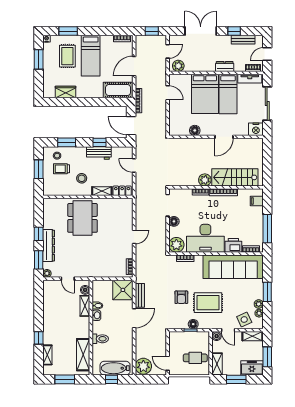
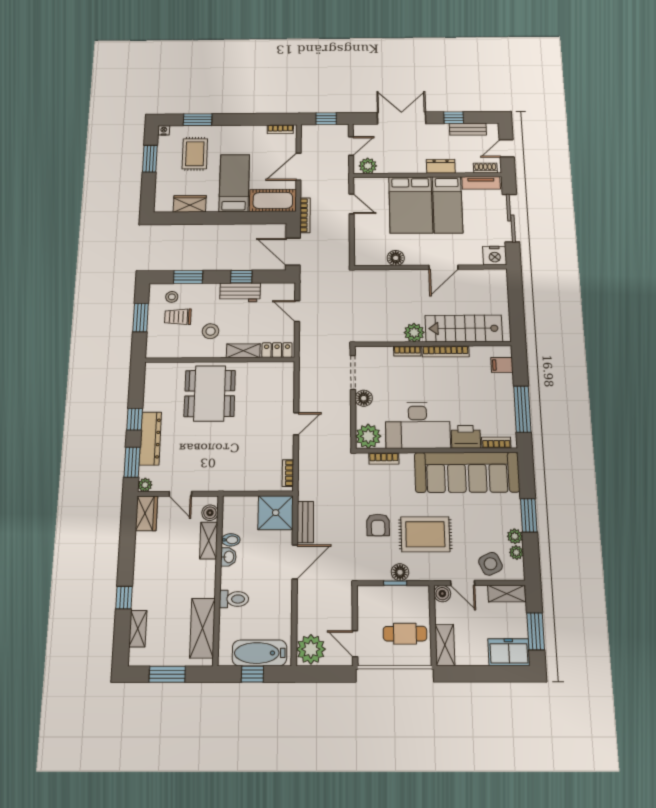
bed: (91, 56) -> (234, 183), moved, turned 180
wardrobe: (49, 290) -> (147, 513), added
window: (236, 379) -> (481, 674), removed

